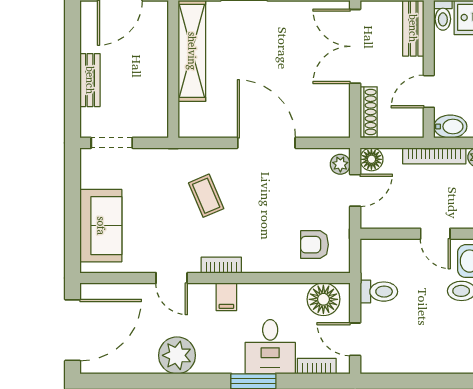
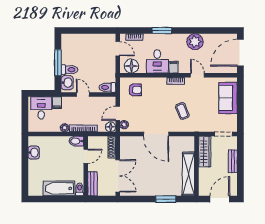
wardrobe: (155, 102) -> (205, 152), added
toilet: (379, 292) -> (107, 87), moved
desk: (270, 347) -> (157, 61), moved, turned 180

